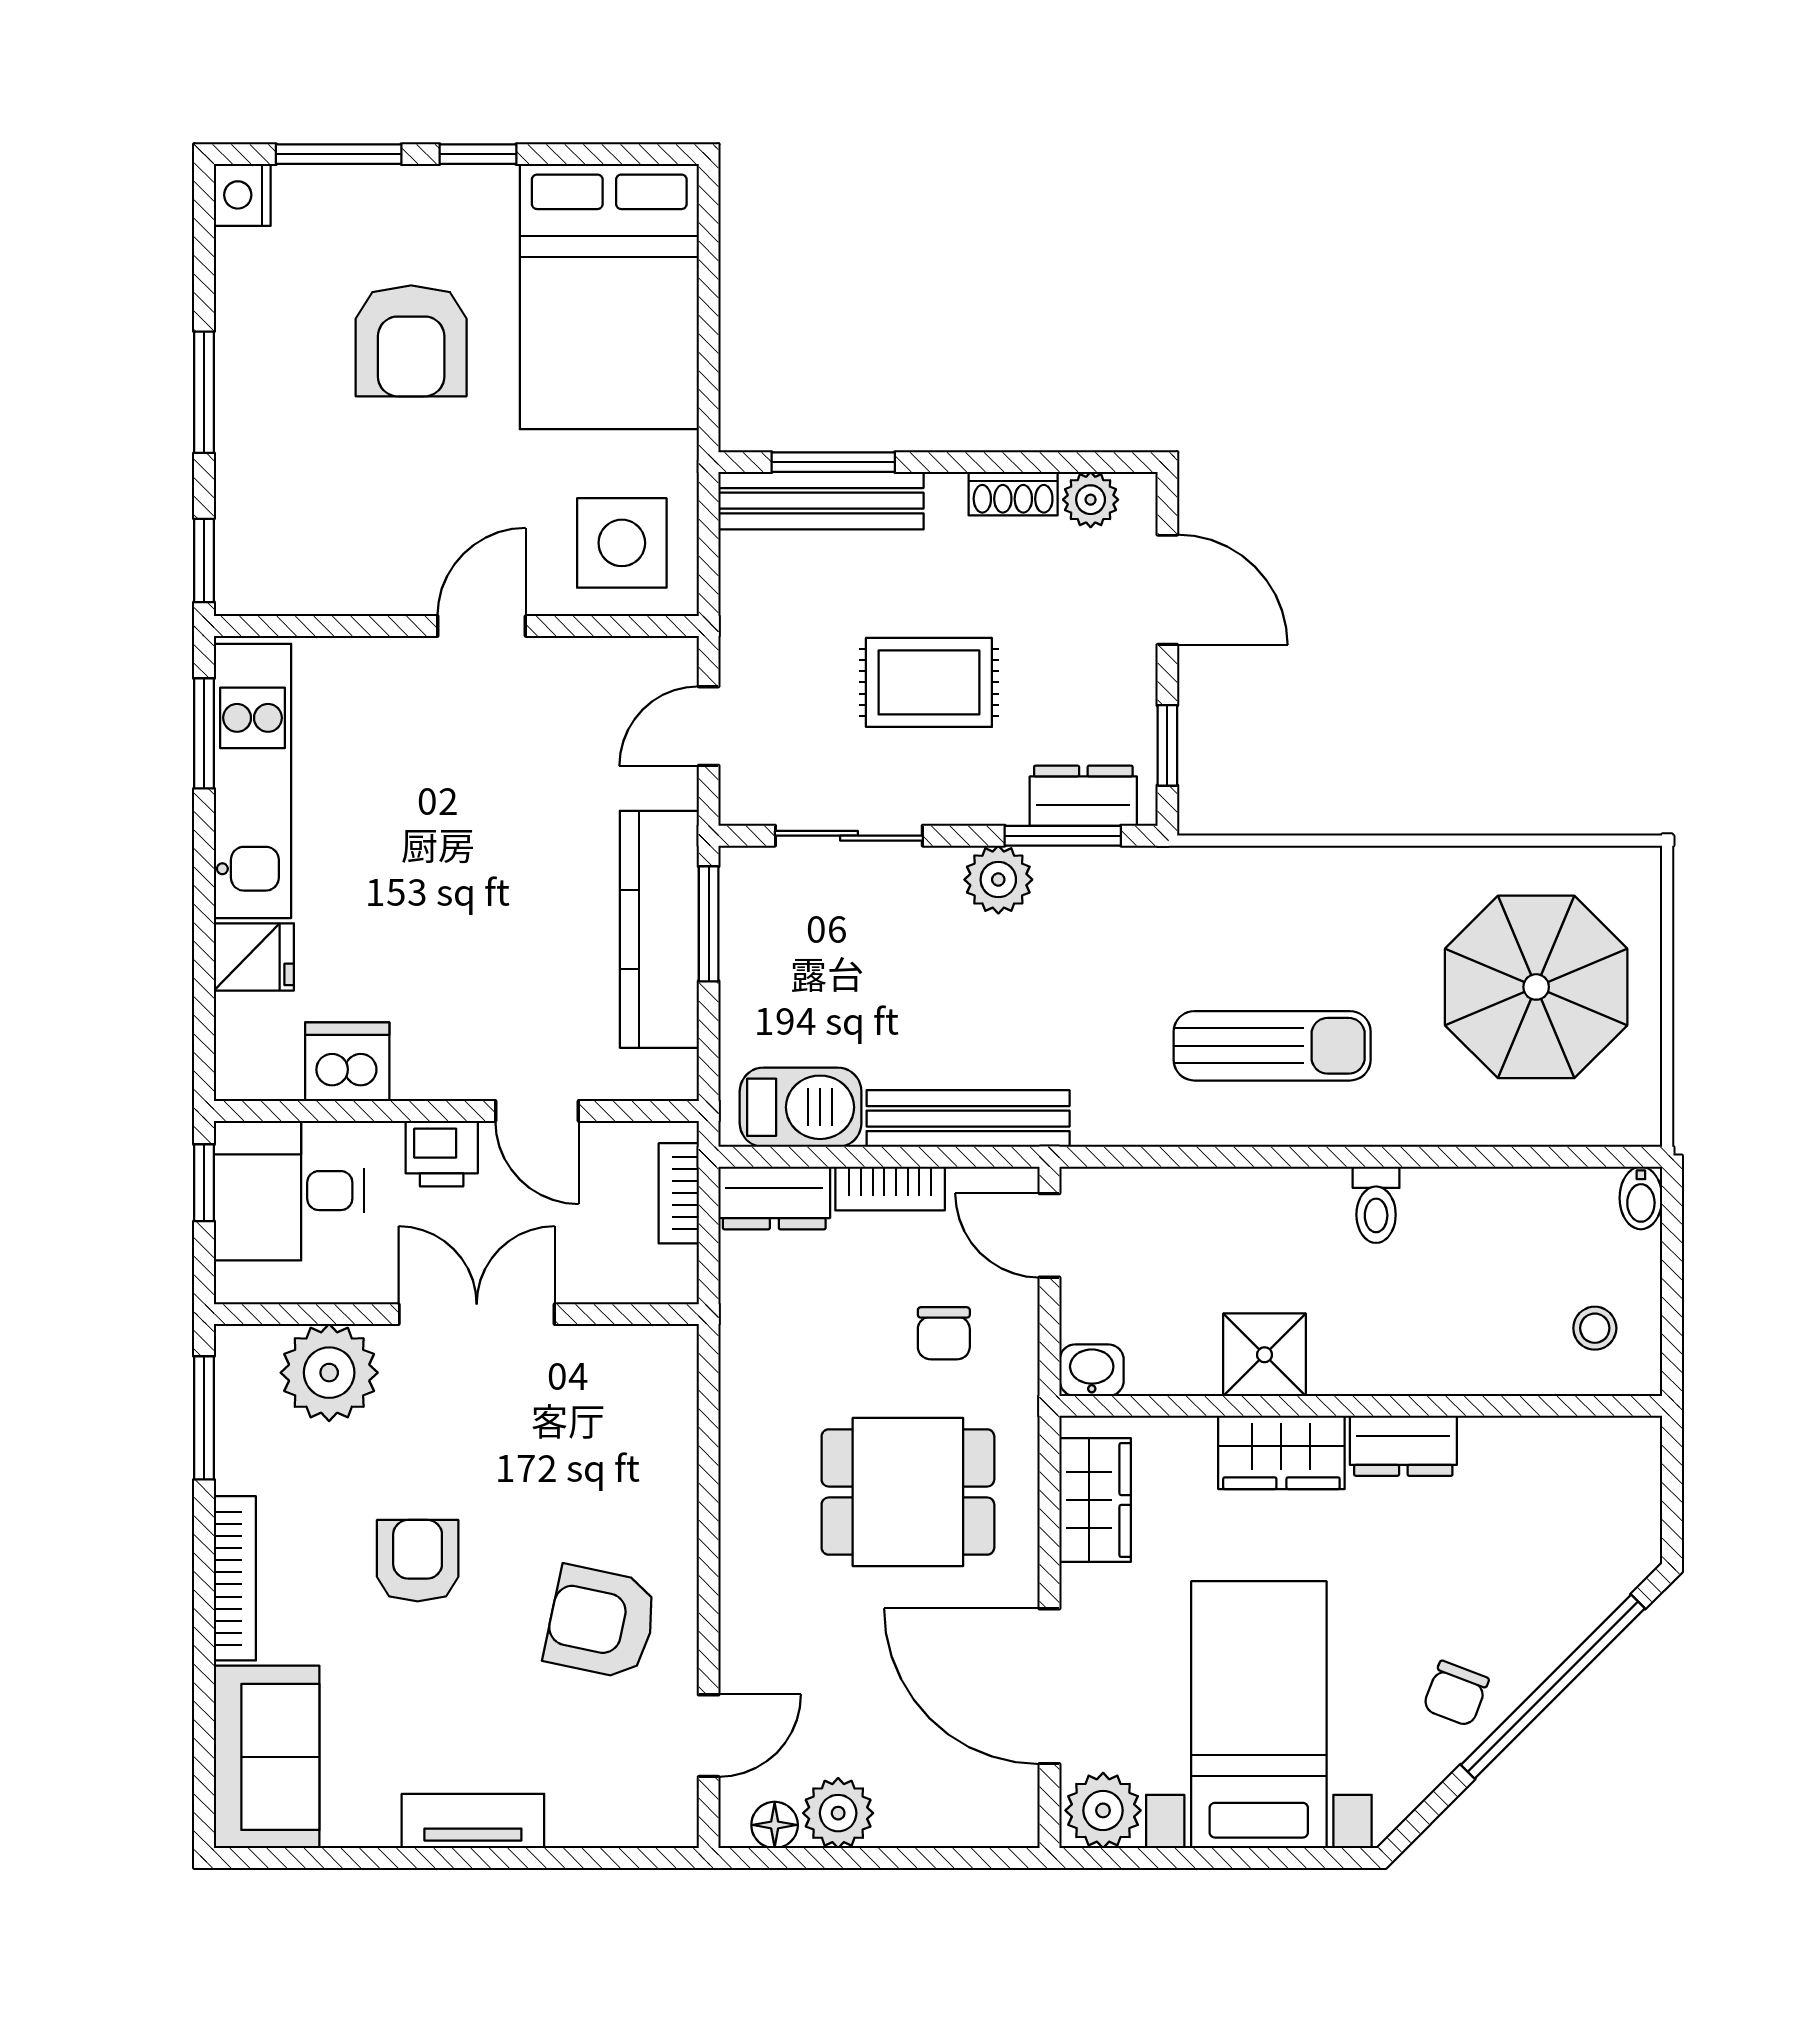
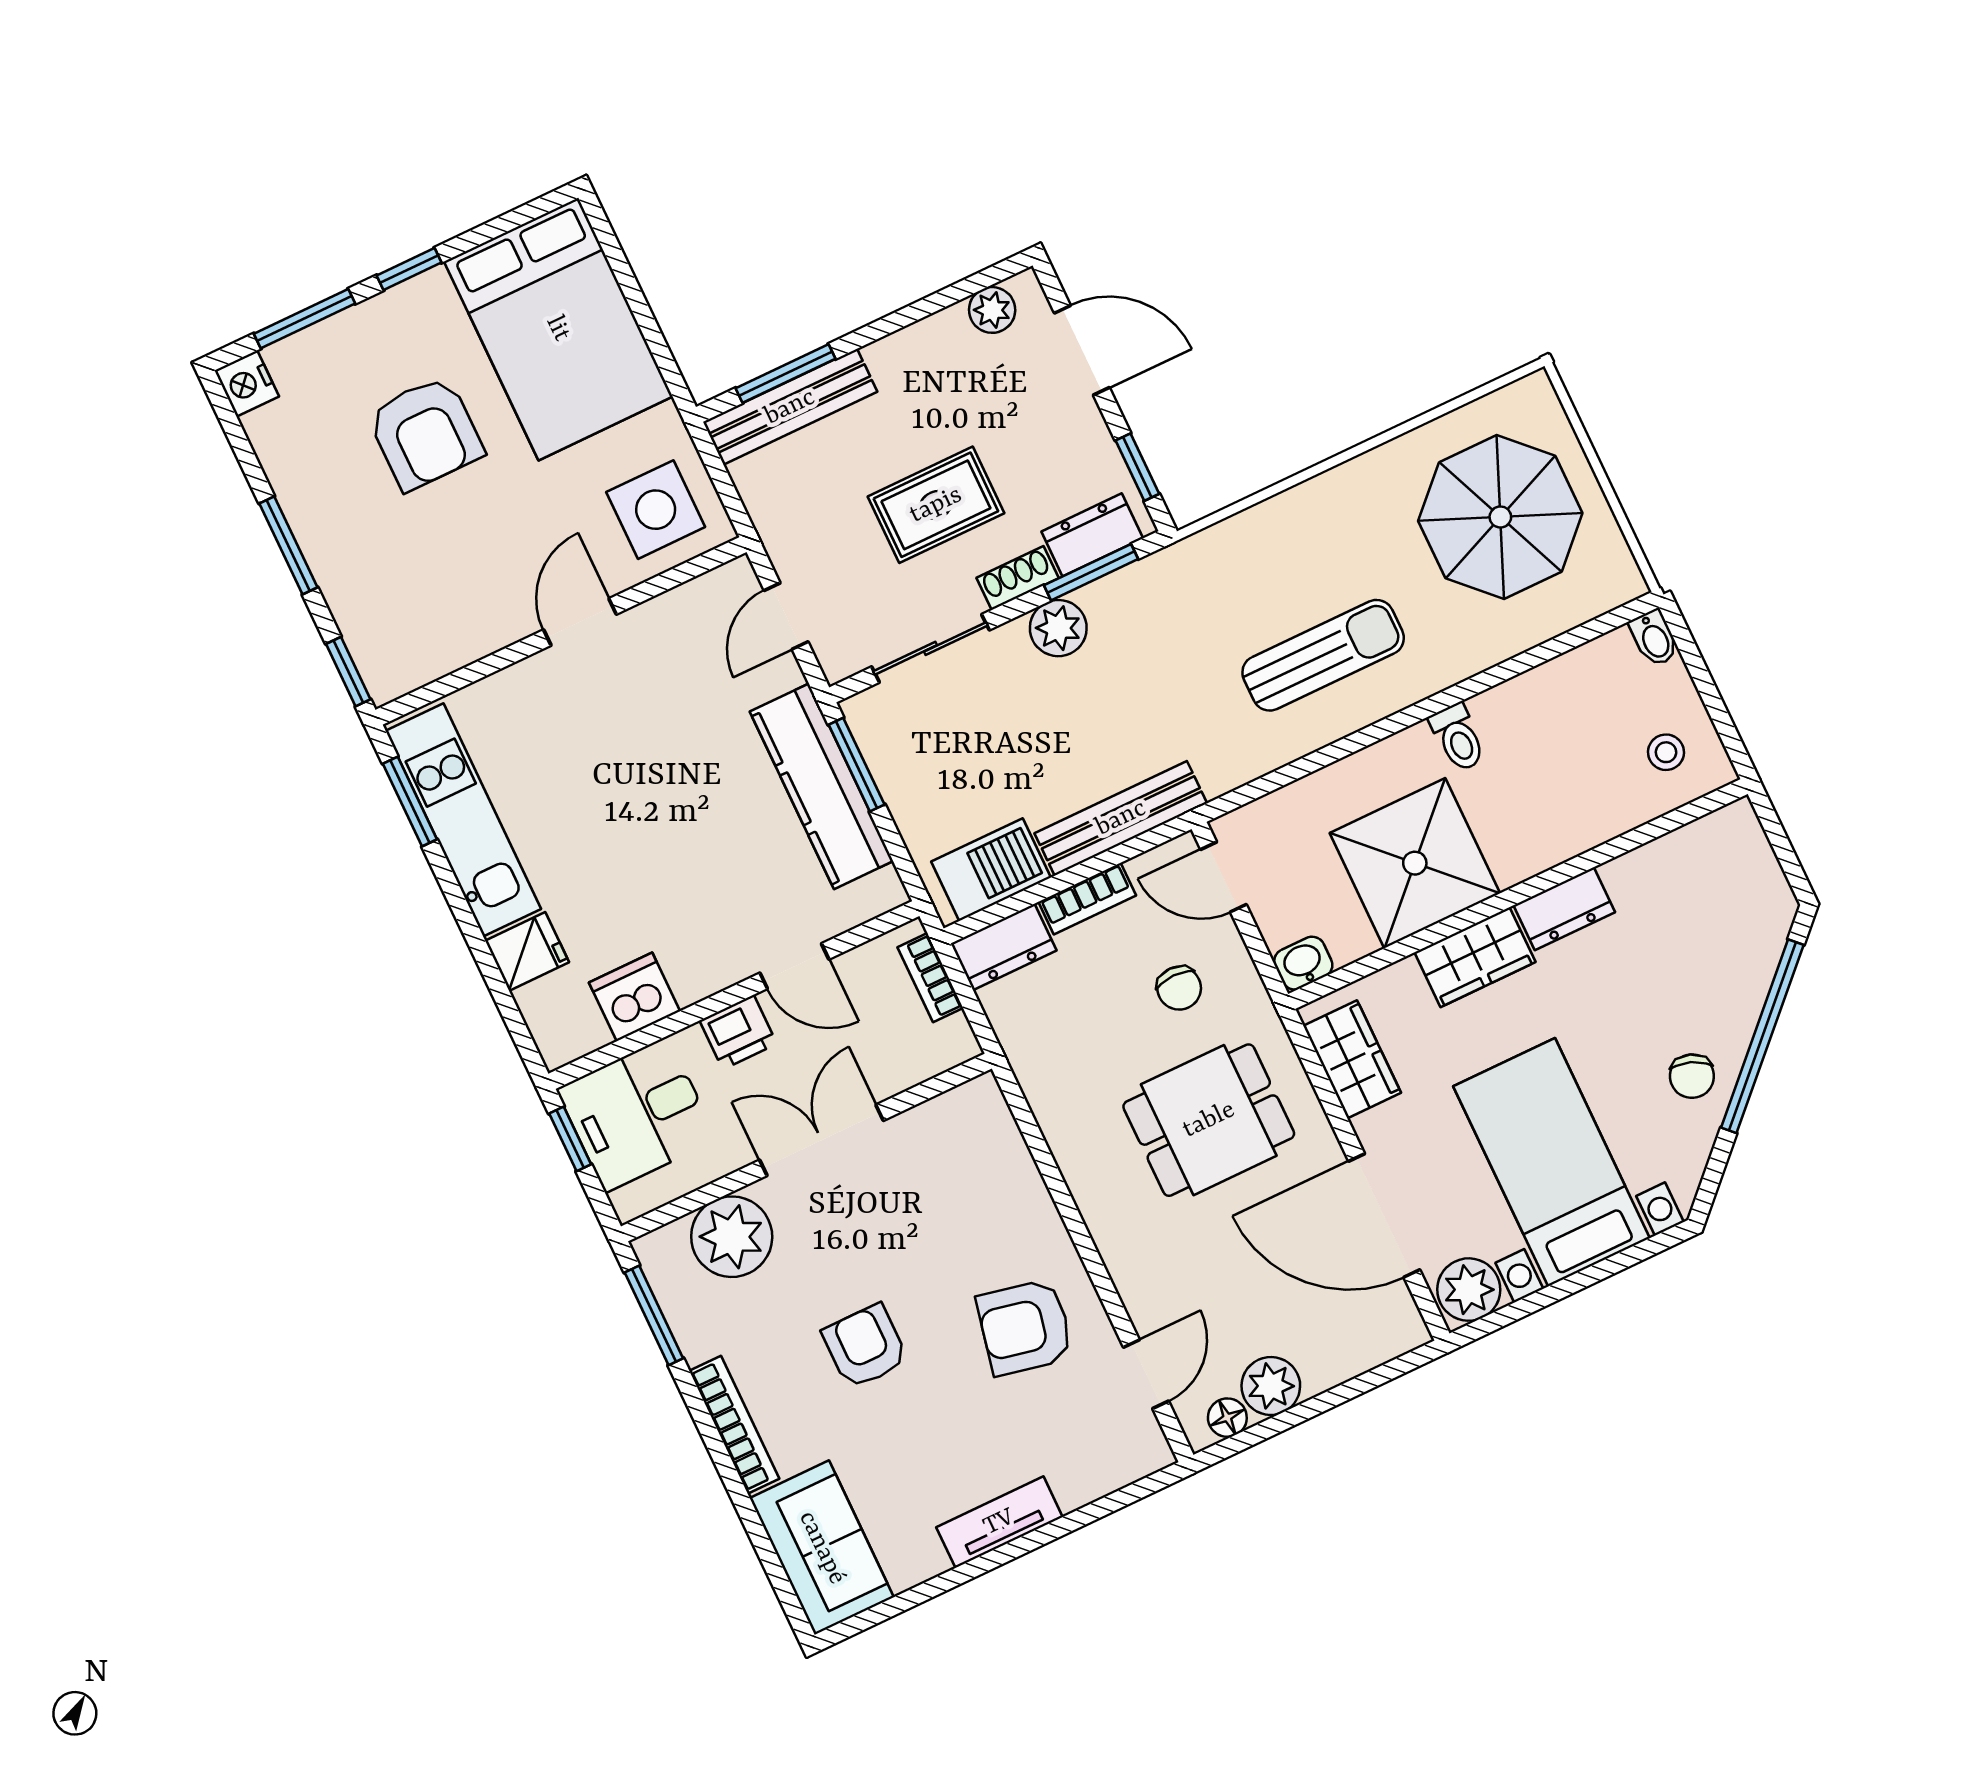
shoe rack: (1013, 494) -> (1018, 578), moved, turned 180
shower: (1265, 1355) -> (1415, 863), width x1.86, depth x1.86

